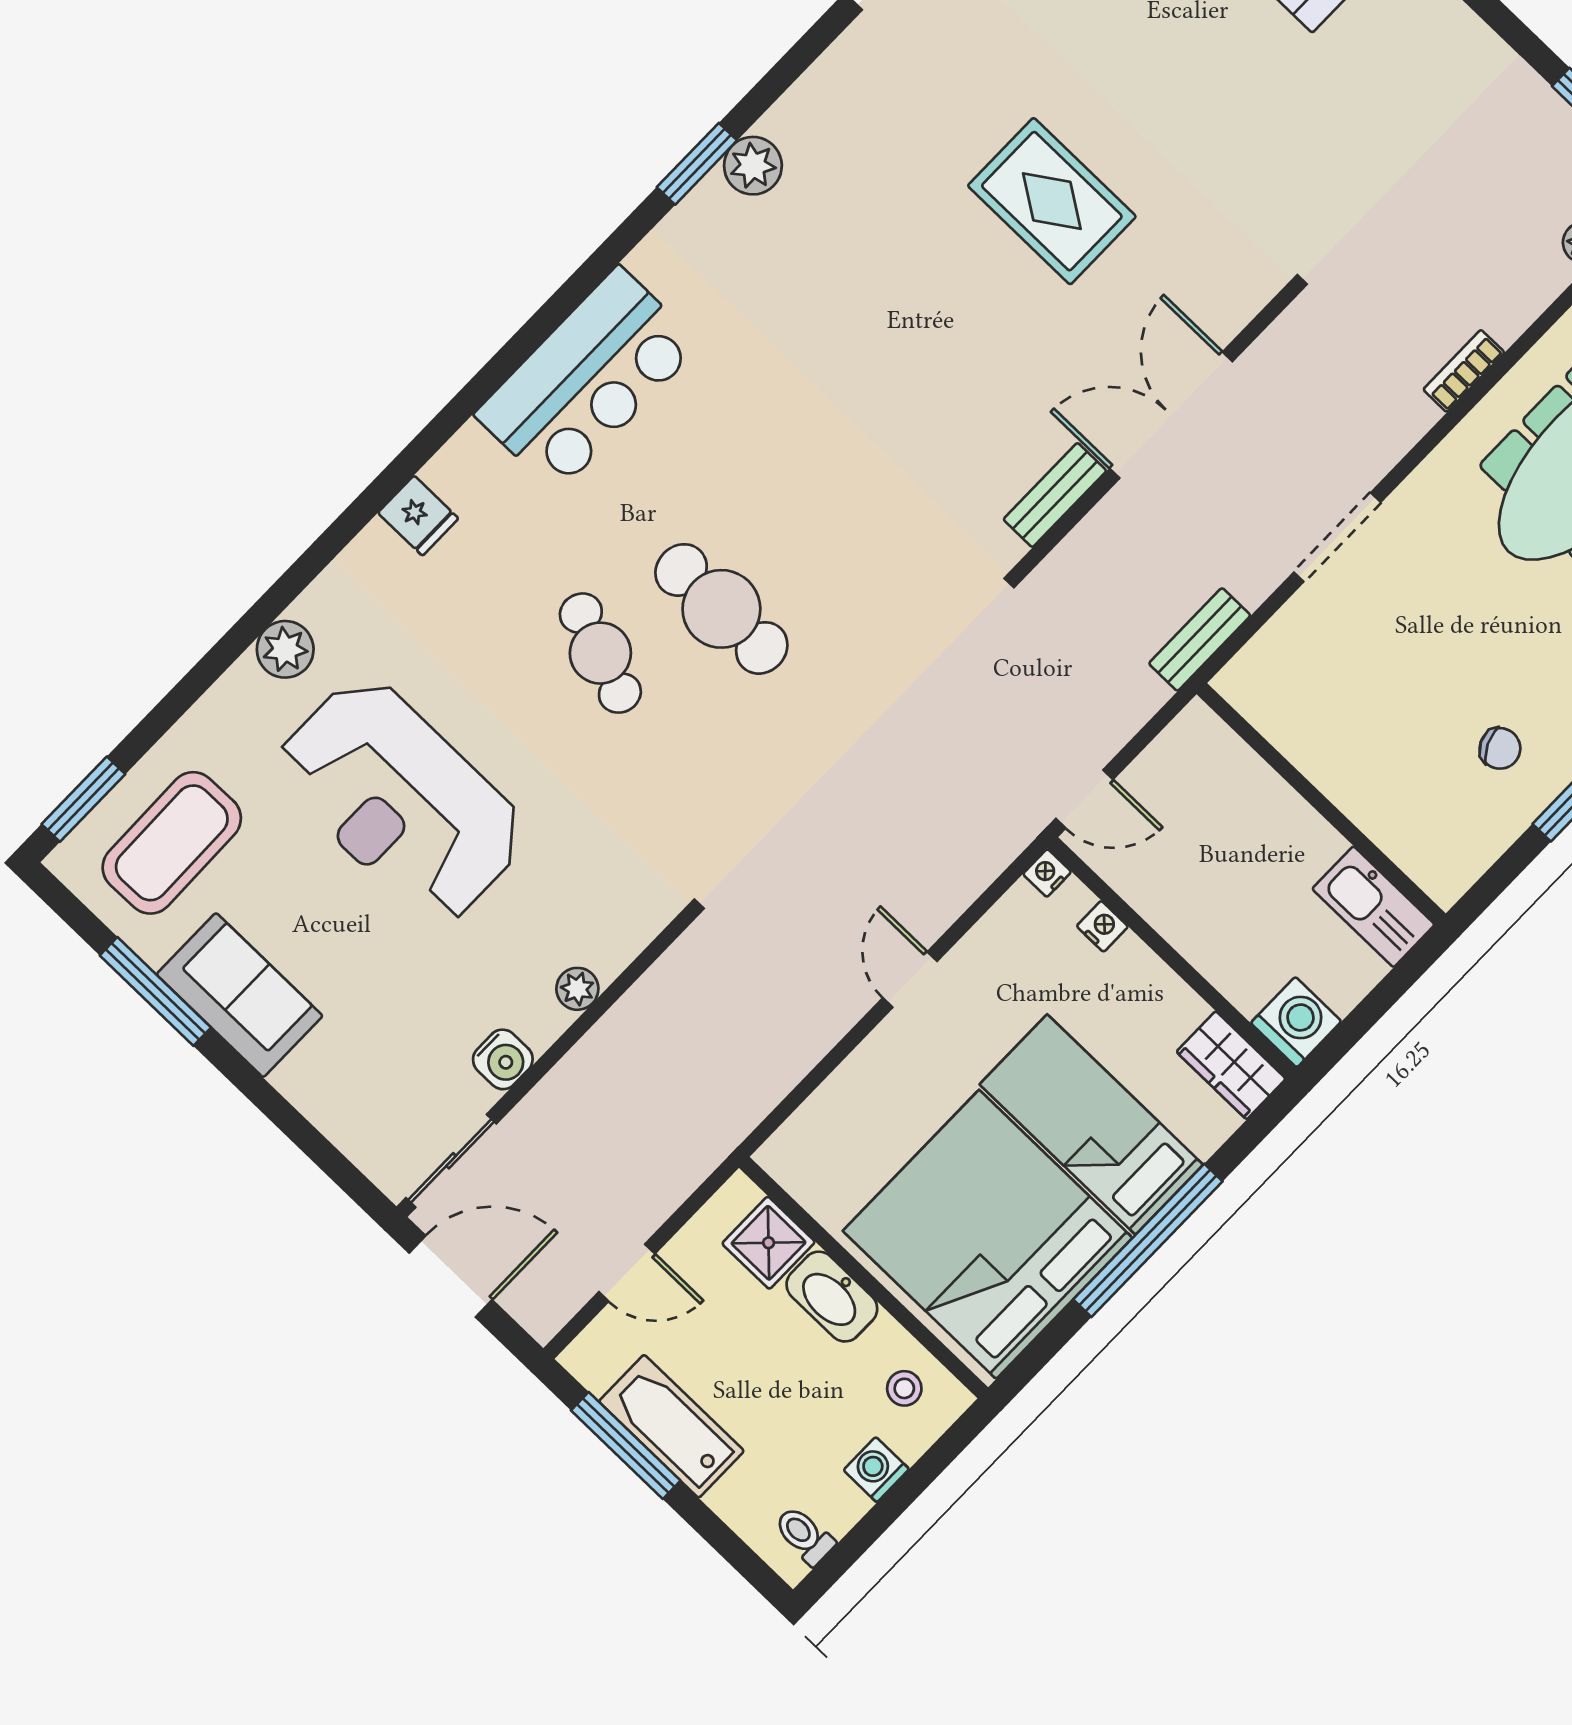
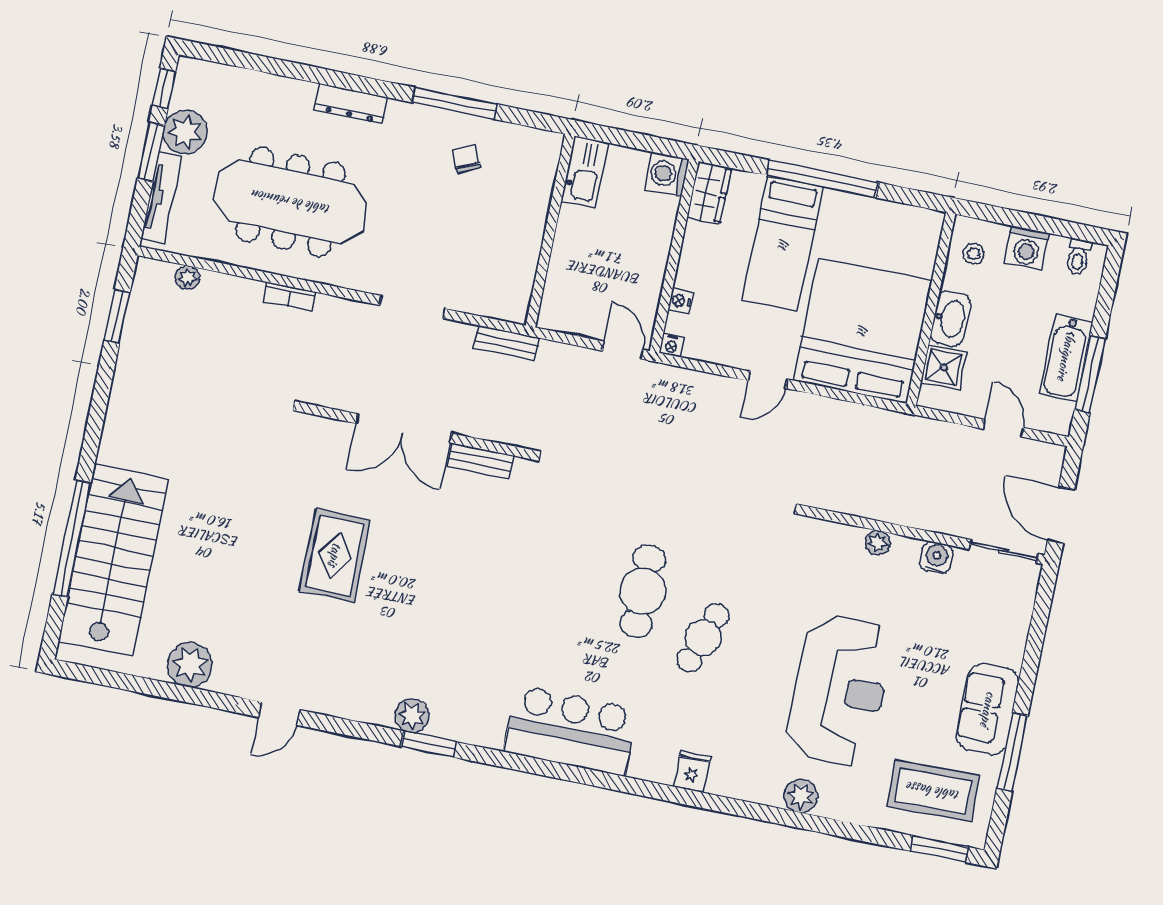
bed: (988, 1234) -> (862, 330), moved, turned 180
washing machine: (876, 1470) -> (1027, 248), width x1.38, depth x1.38

